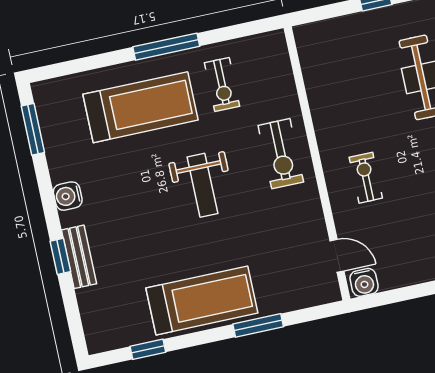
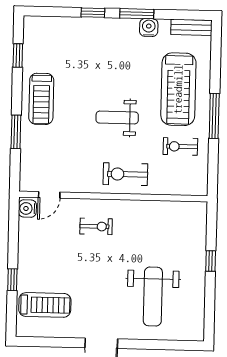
window: (33, 129) -> (137, 14), moved
water cooler: (68, 196) -> (149, 28), moved
bench: (79, 257) -> (191, 27), moved
treadmill: (202, 300) -> (41, 99), width x0.73, depth x0.73

